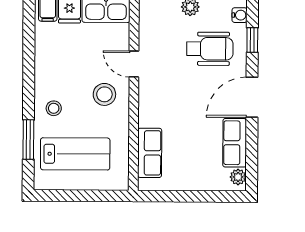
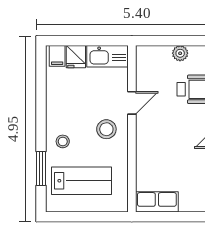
door: (134, 64) -> (132, 103), swing flipped
row of seats: (150, 153) -> (157, 202), moved, turned -90

